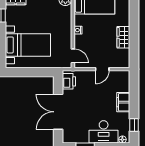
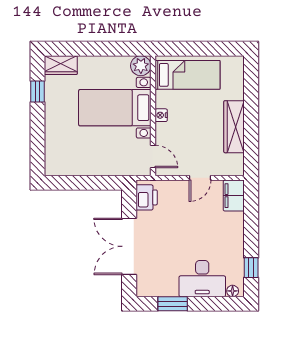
wardrobe: (123, 37) -> (234, 127), width x1.50
bed with nightstands: (28, 45) -> (115, 108), moved, turned 180
filing cabinet: (123, 102) -> (234, 196), moved

